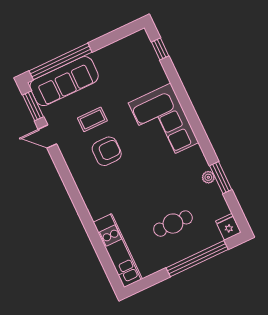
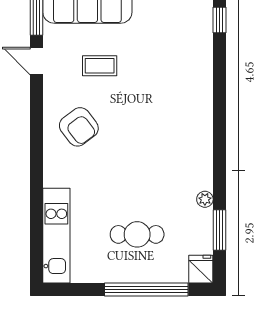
corner sofa: (163, 123) -> (182, 109), removed
armchair: (107, 151) -> (79, 127), moved, turned 53
window: (221, 178) -> (219, 230), moved

